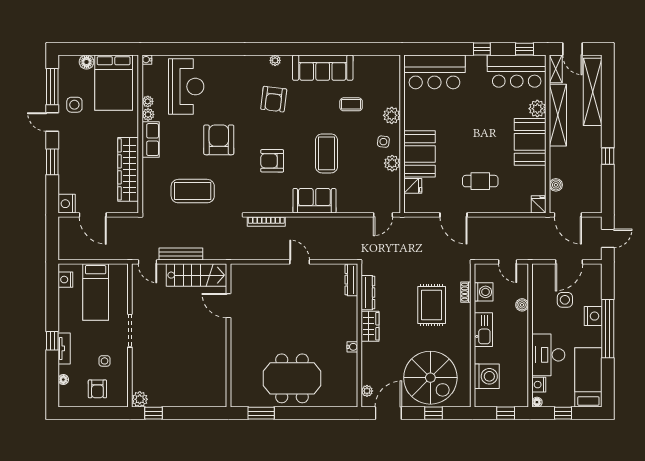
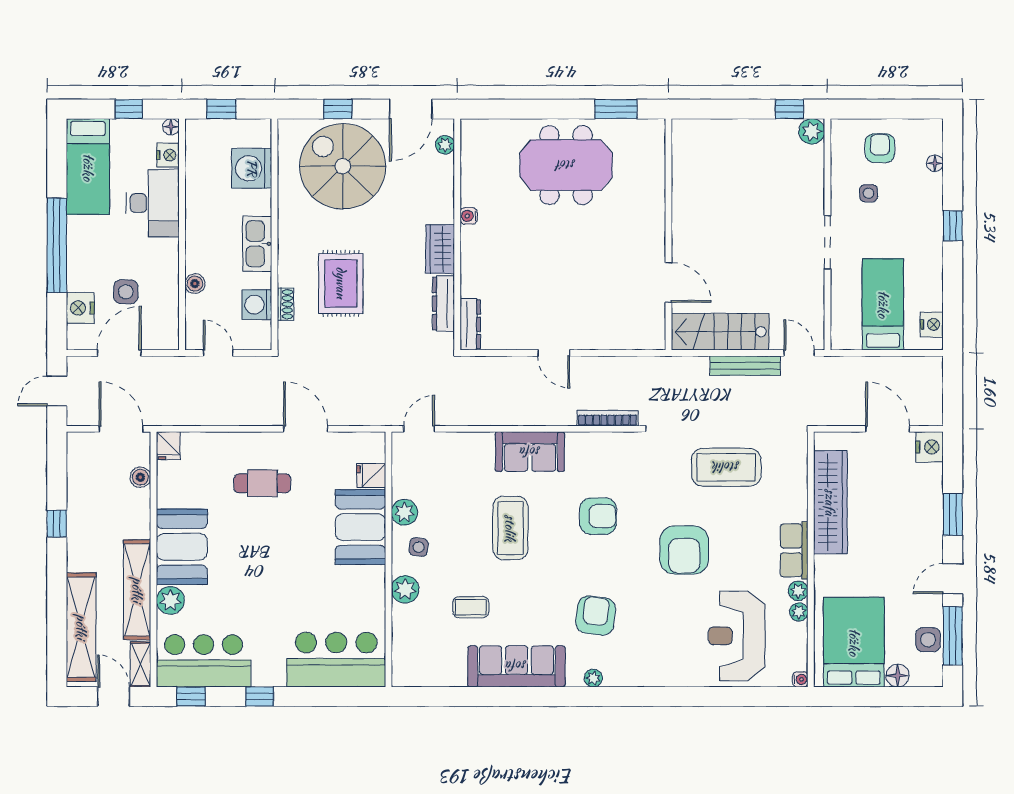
side table: (74, 105) -> (928, 640), moved
door: (52, 122) -> (953, 579), swing flipped
nightstand: (593, 316) -> (80, 308), moved
tv unit: (64, 348) -> (934, 213), removed

